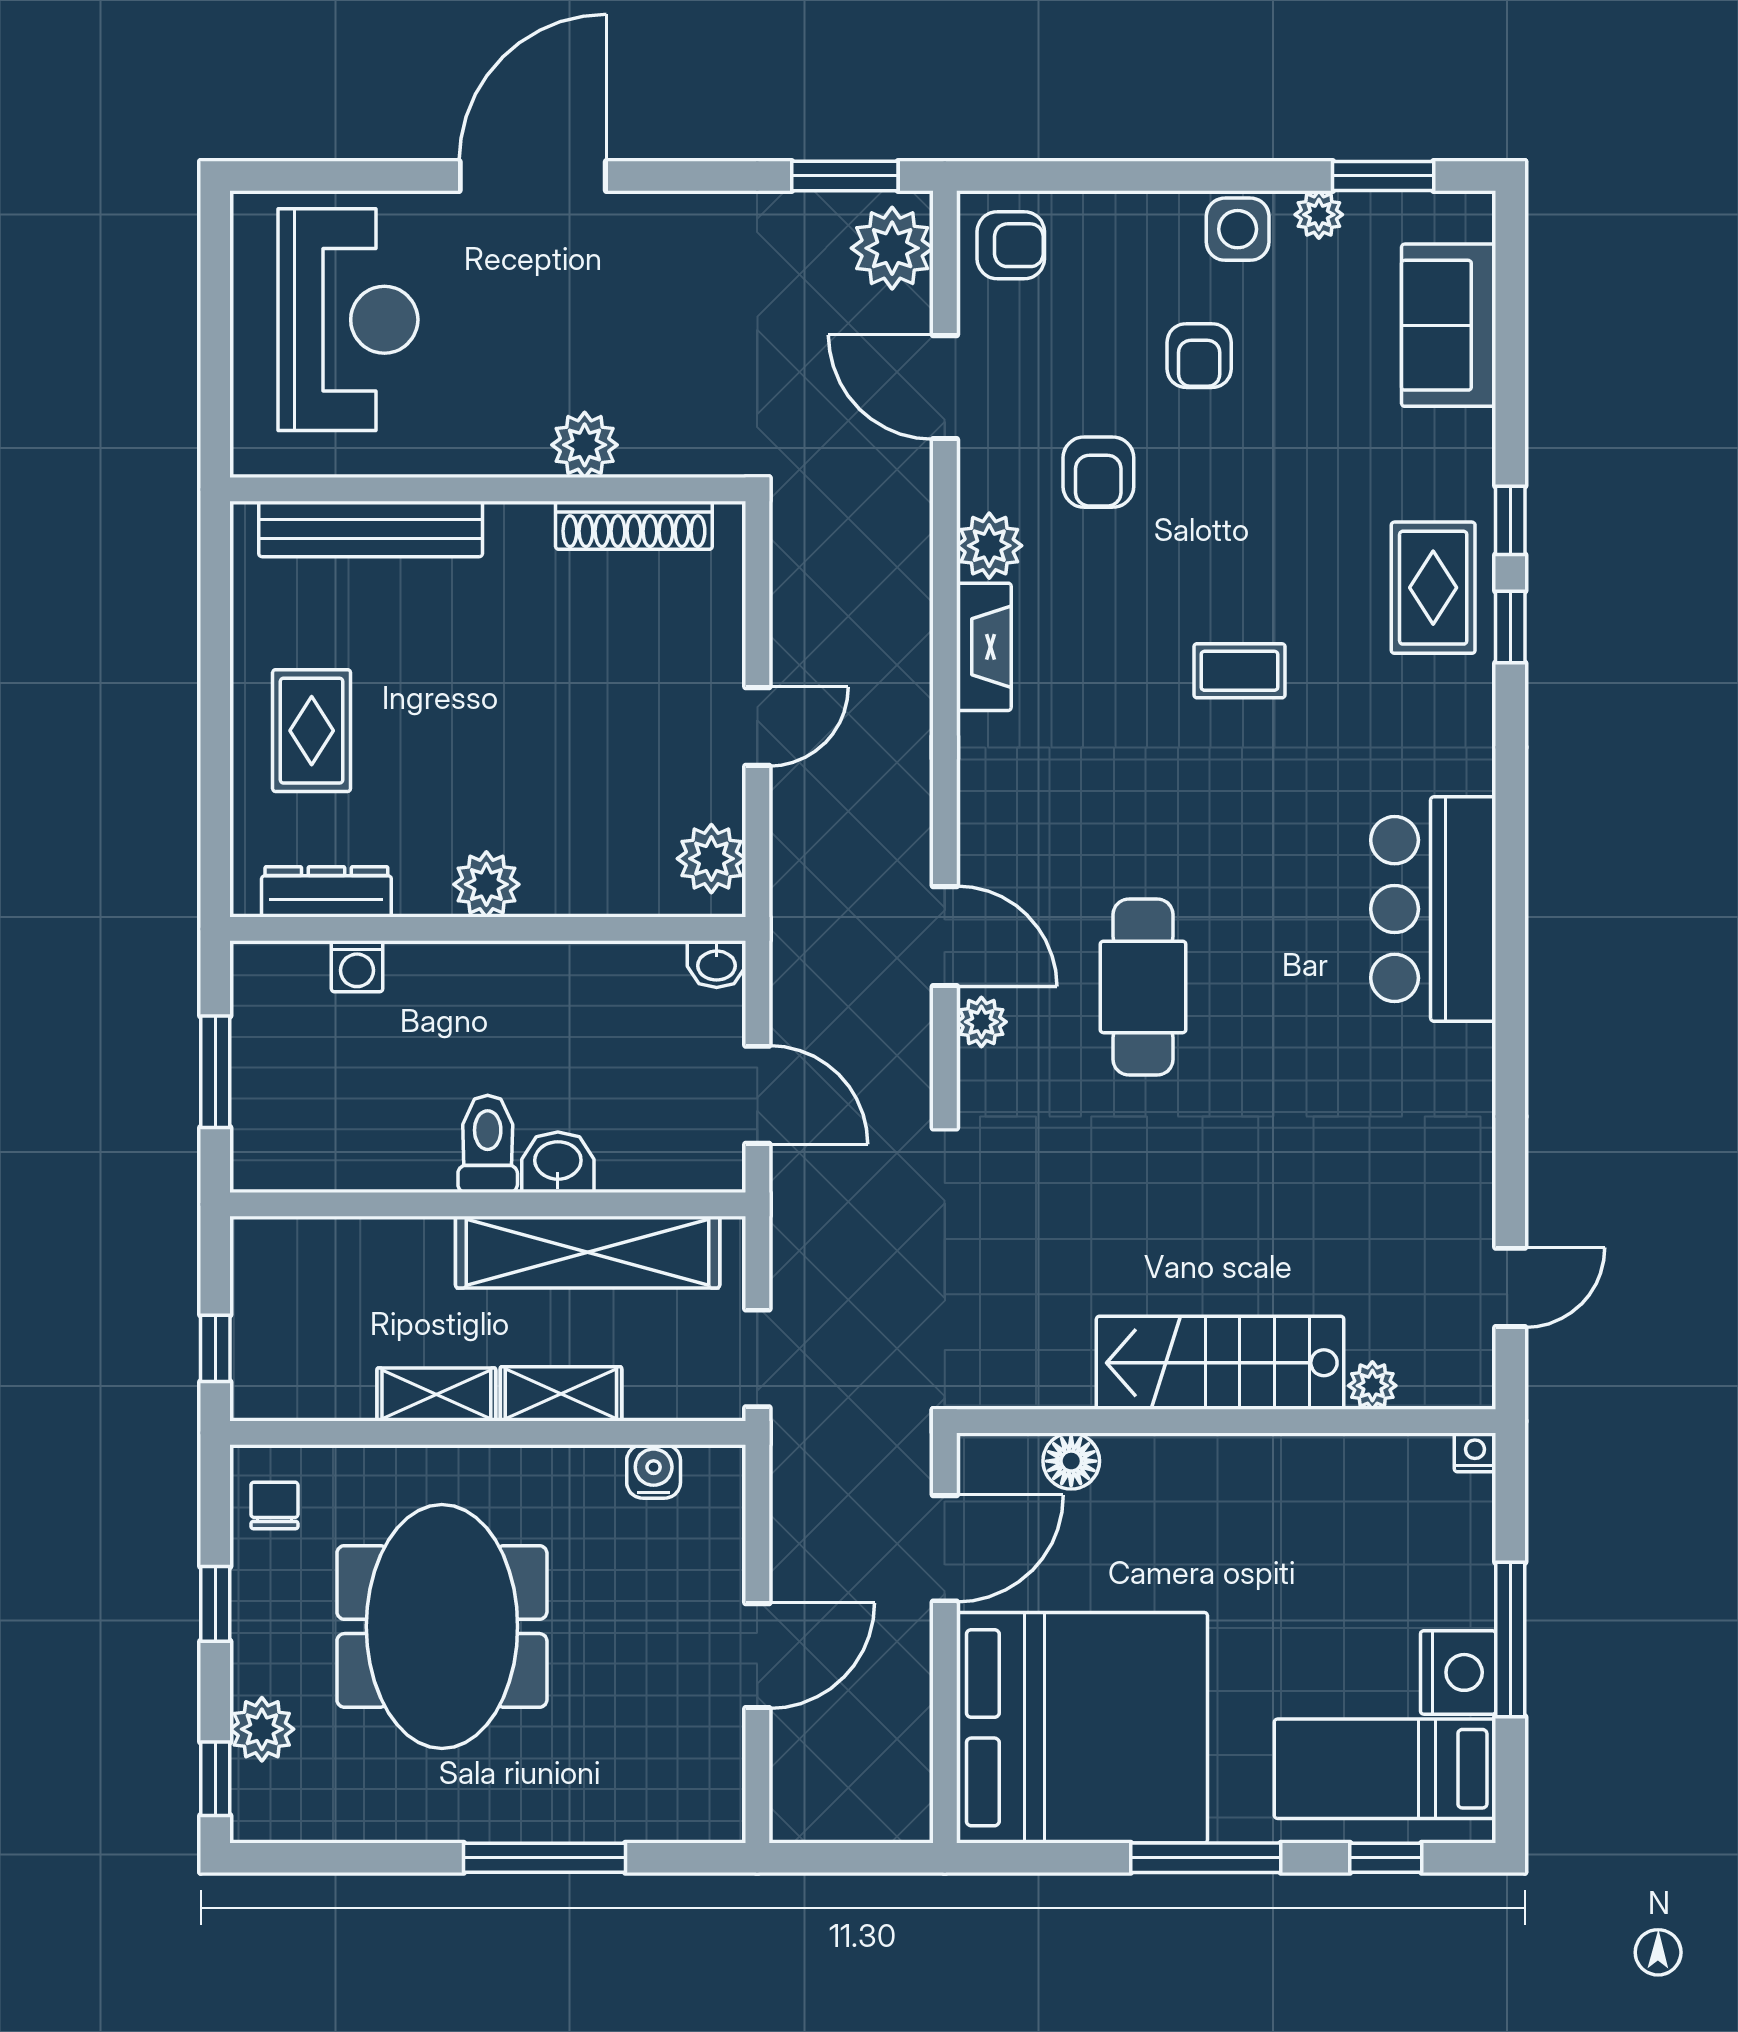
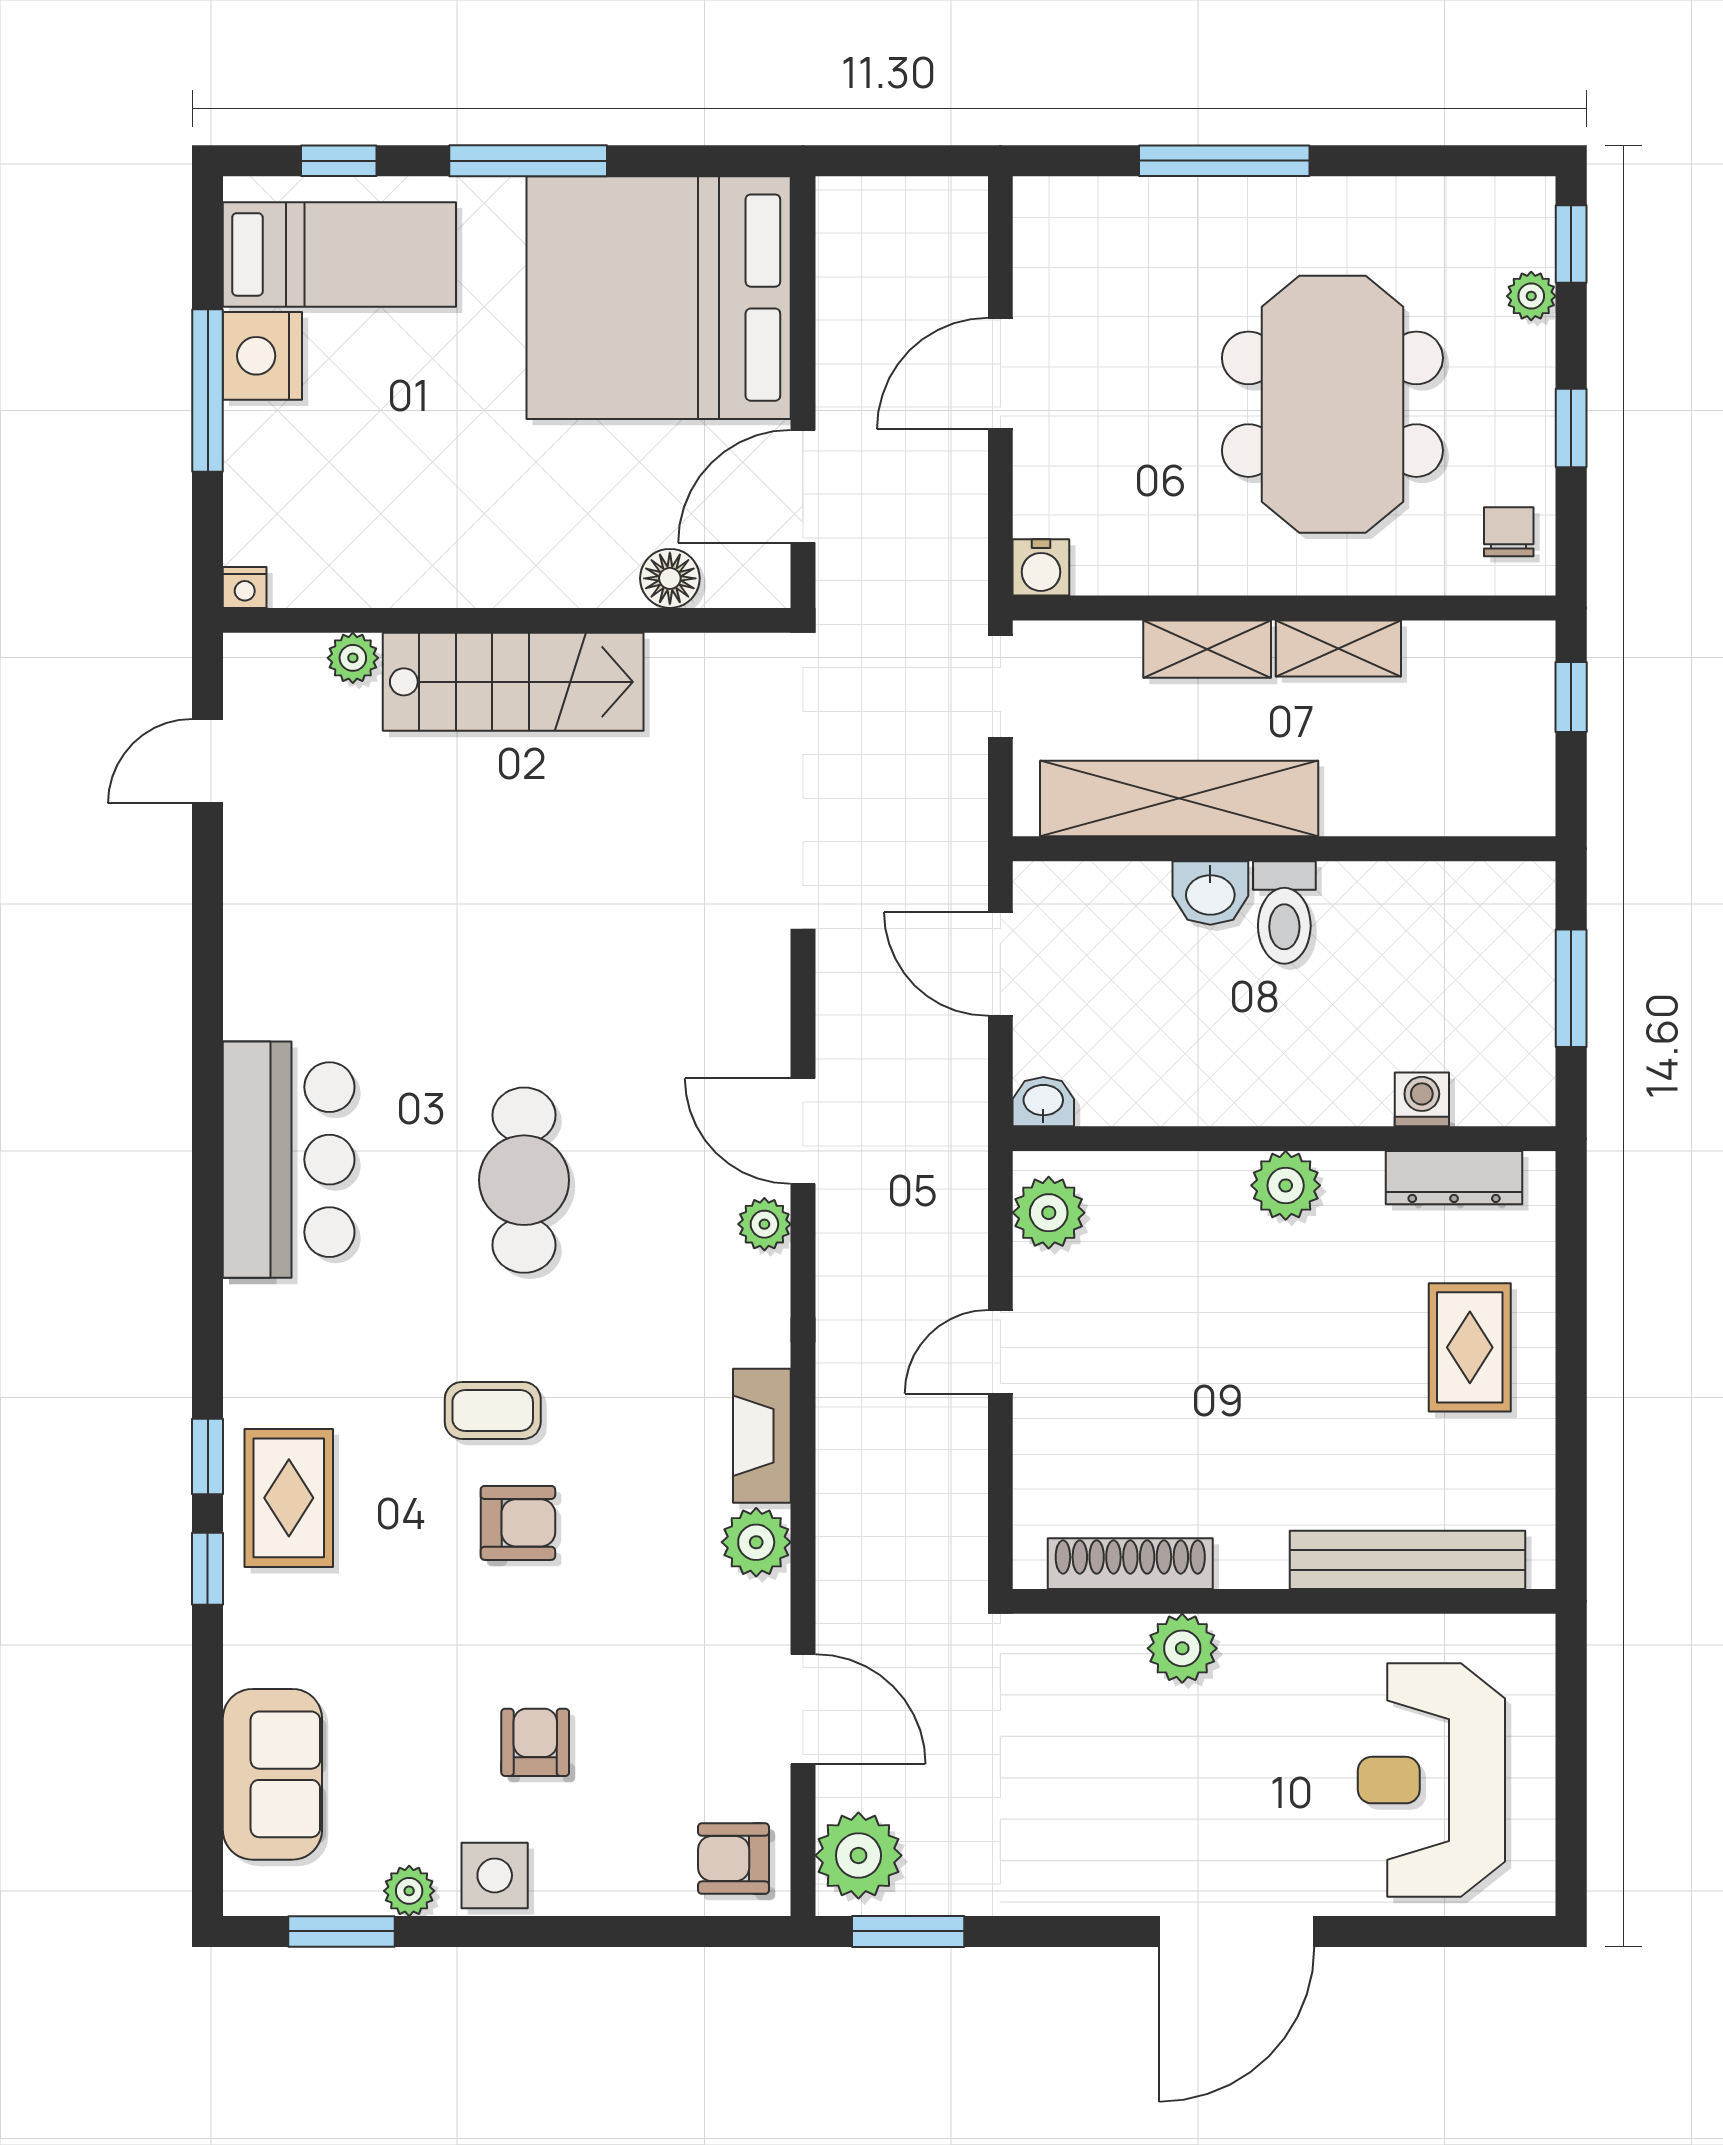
armchair: (1098, 472) -> (518, 1523), moved, turned 90
cafe table: (1143, 987) -> (524, 1180), moved
plant: (981, 1022) -> (764, 1224), moved
water cooler: (654, 1471) -> (1041, 567), moved
chair: (274, 1505) -> (1509, 532), turned 180
plant: (262, 1729) -> (1531, 296), width x0.73, depth x0.73

